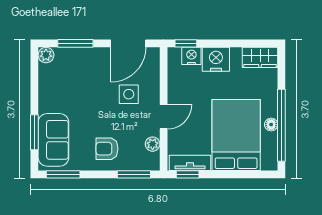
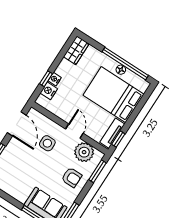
window: (186, 43) -> (46, 79), moved
nightstand: (216, 59) -> (55, 79), width x0.53, depth x0.56
plant: (153, 144) -> (84, 152), width x1.88, depth x1.88
armchair: (107, 149) -> (72, 177), turned -90

